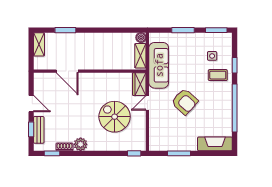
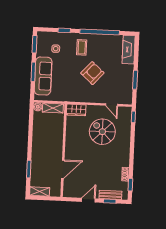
sofa: (159, 65) -> (43, 76), moved, turned 90
coffee table: (218, 75) -> (82, 47), moved
door: (147, 103) -> (112, 105), moved
spiral stairs: (115, 117) -> (102, 132), turned 90
plant: (81, 144) -> (124, 161), removed

